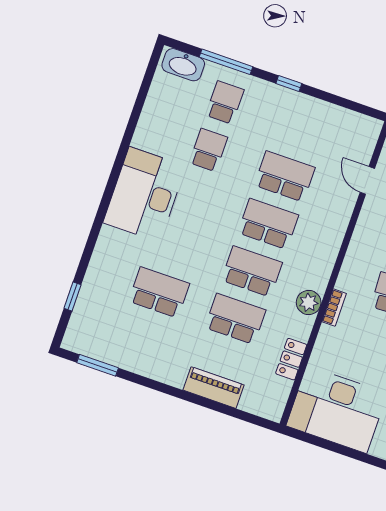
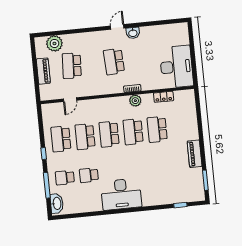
school desk: (159, 292) -> (61, 139), moved
piano: (214, 388) -> (195, 154), moved

